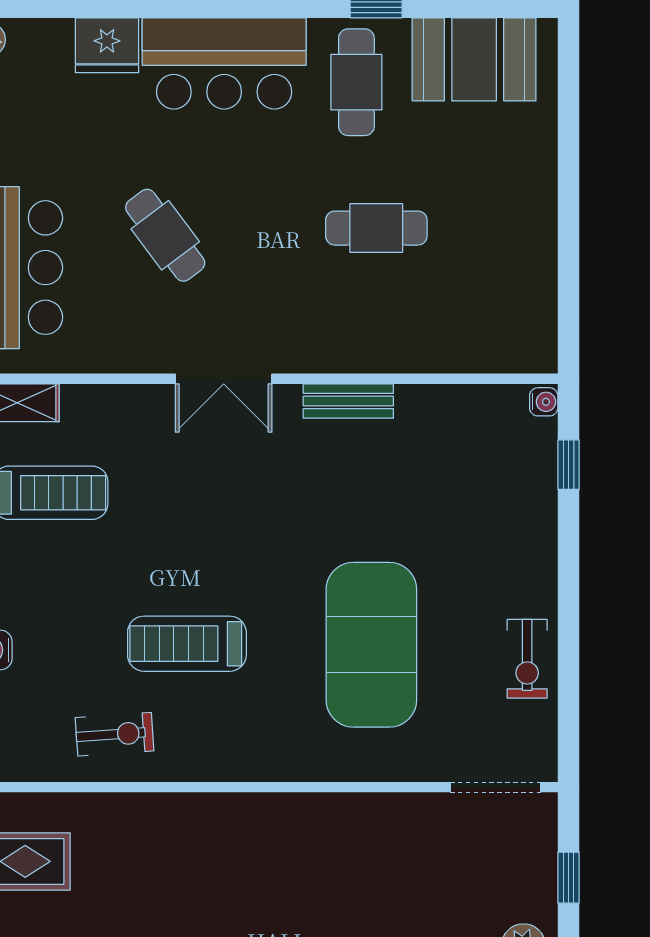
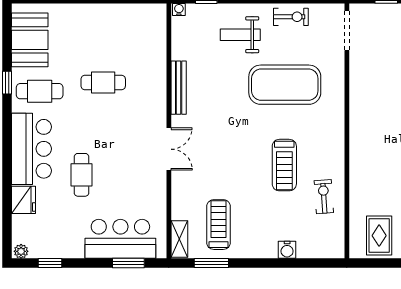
cafe table: (376, 228) -> (103, 83), turned 90
cafe table: (165, 235) -> (81, 175), moved, turned -53
bench: (348, 401) -> (179, 88), width x1.36
weight bench: (486, 543) -> (240, 35), added

